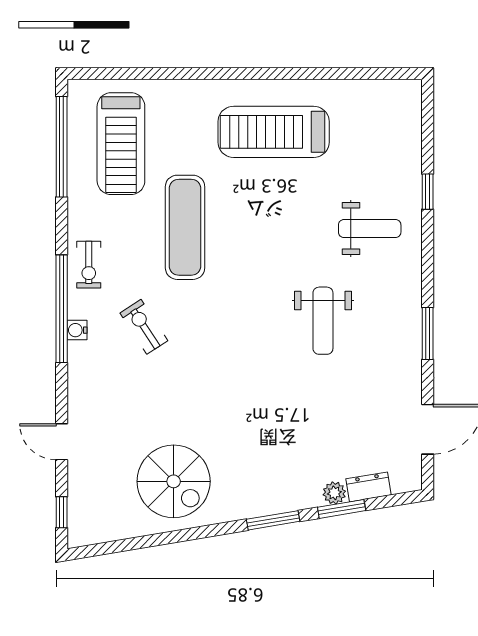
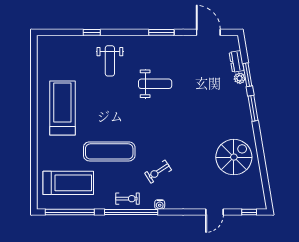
treadmill: (274, 132) -> (62, 108), turned 180
weight bench: (370, 229) -> (110, 61), turned 180
window: (62, 309) -> (131, 212), moved

